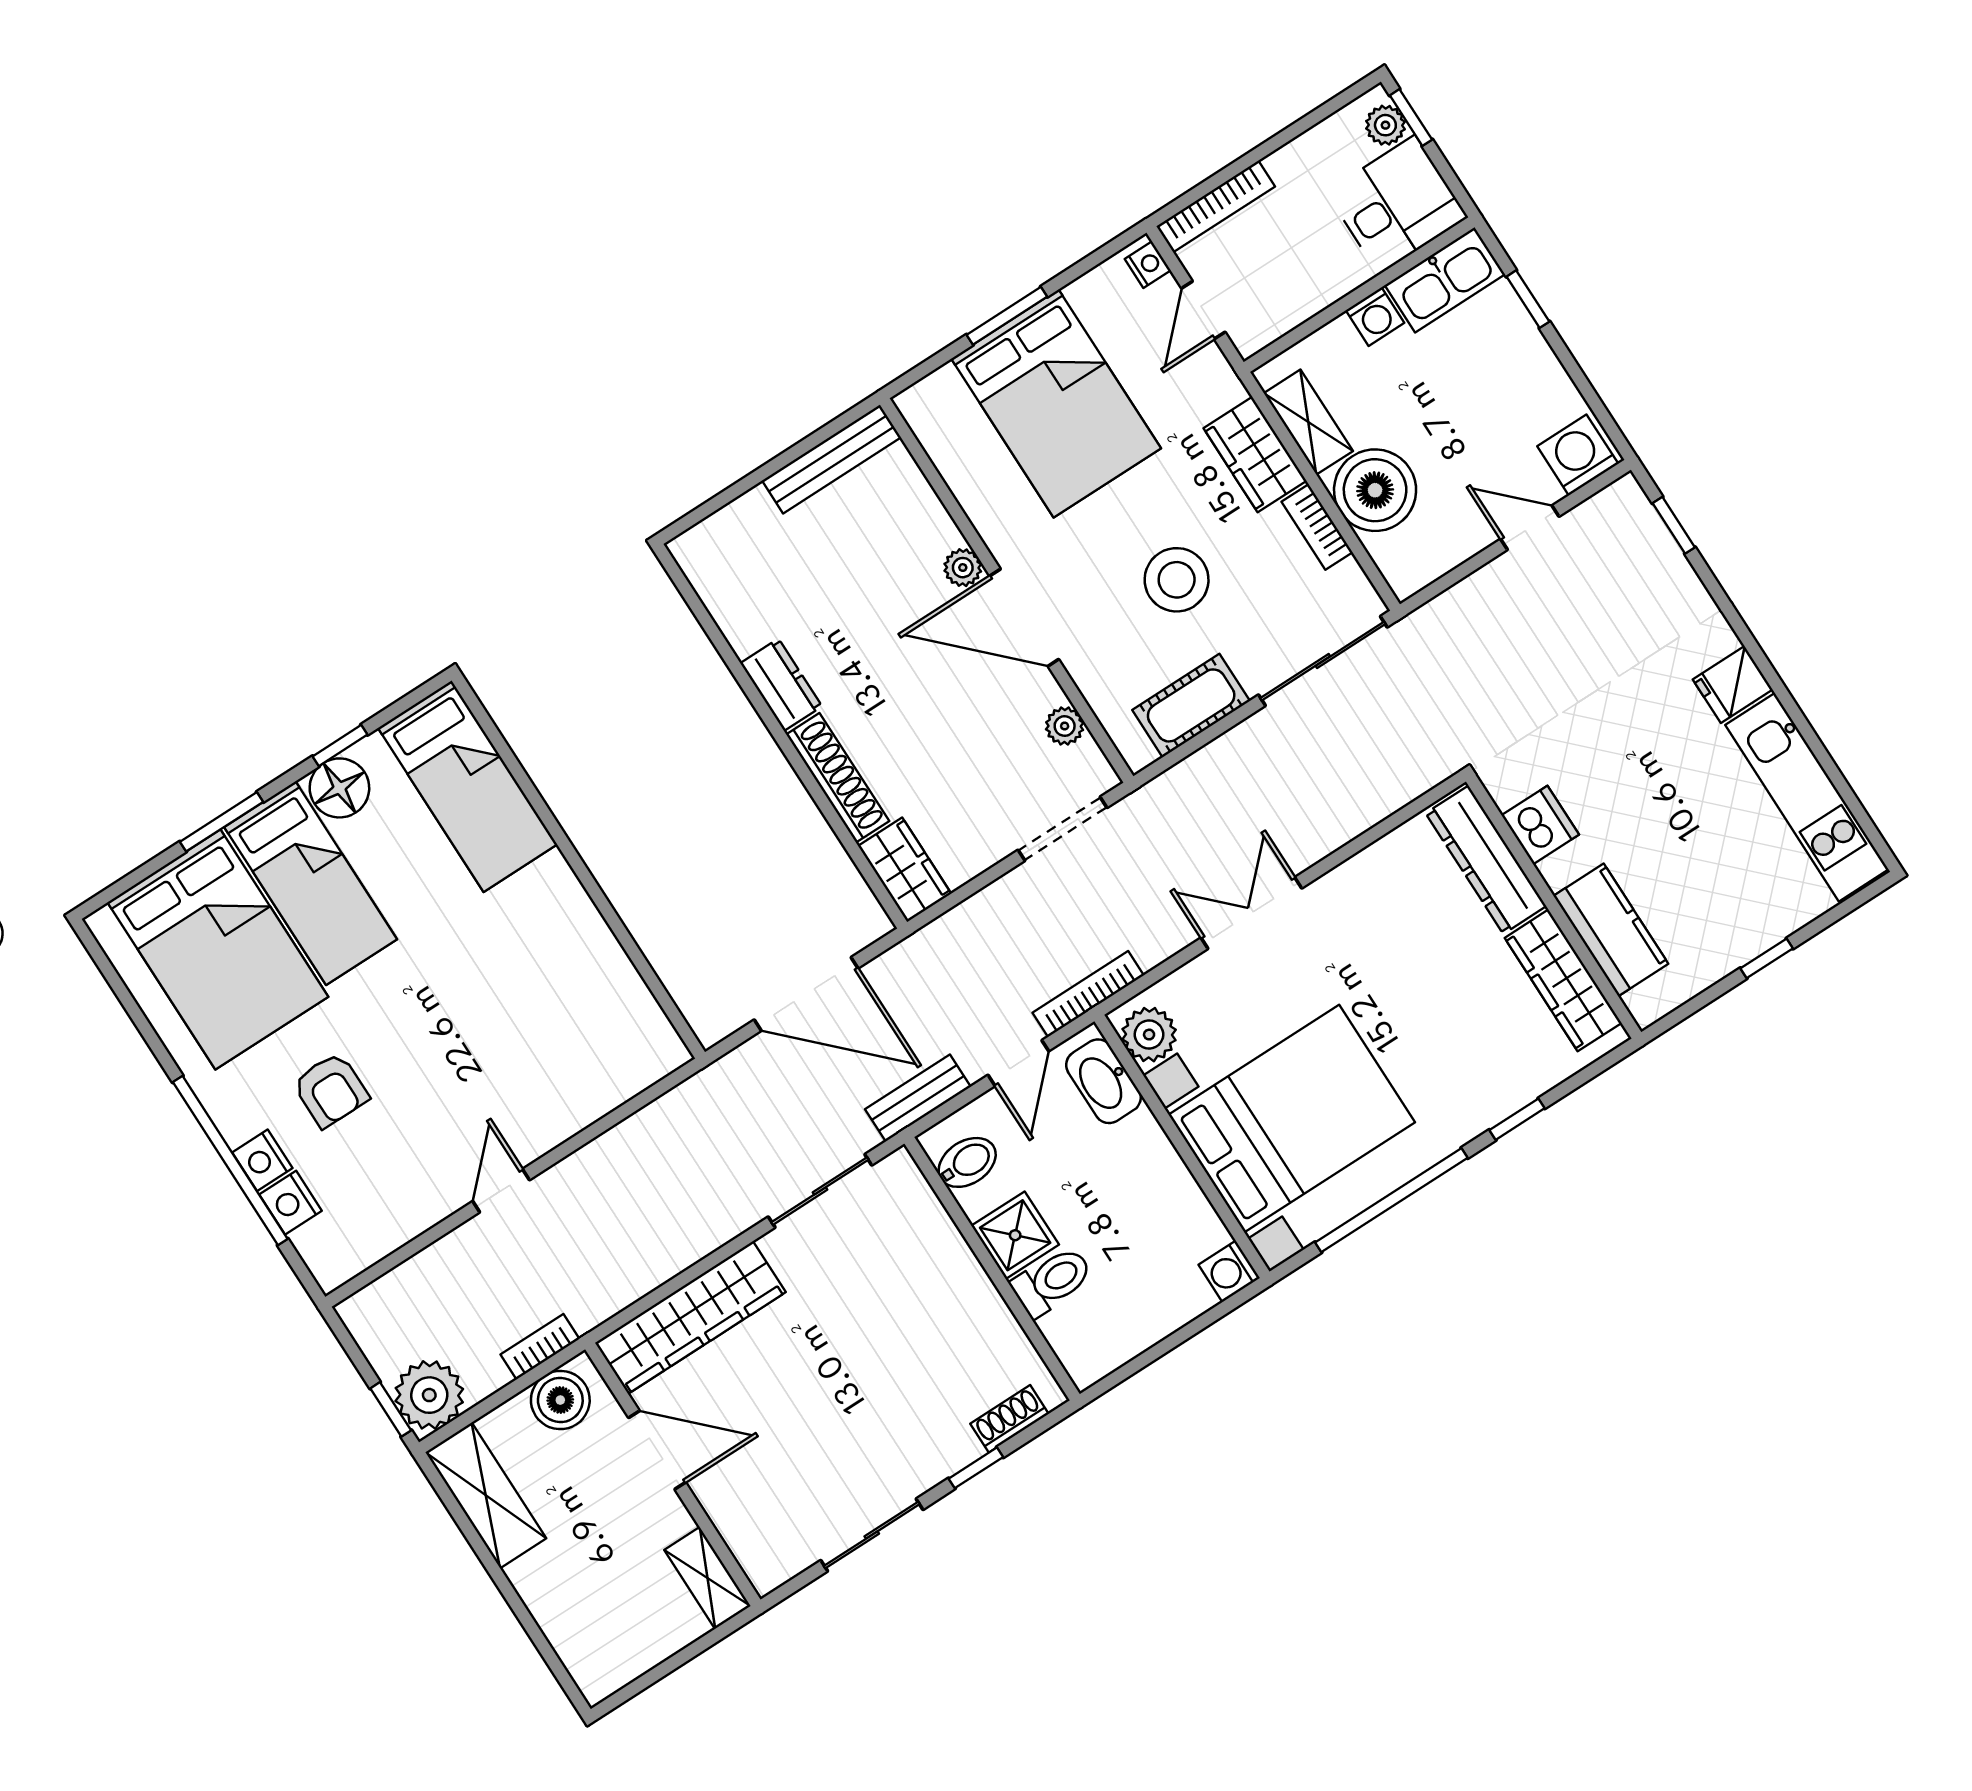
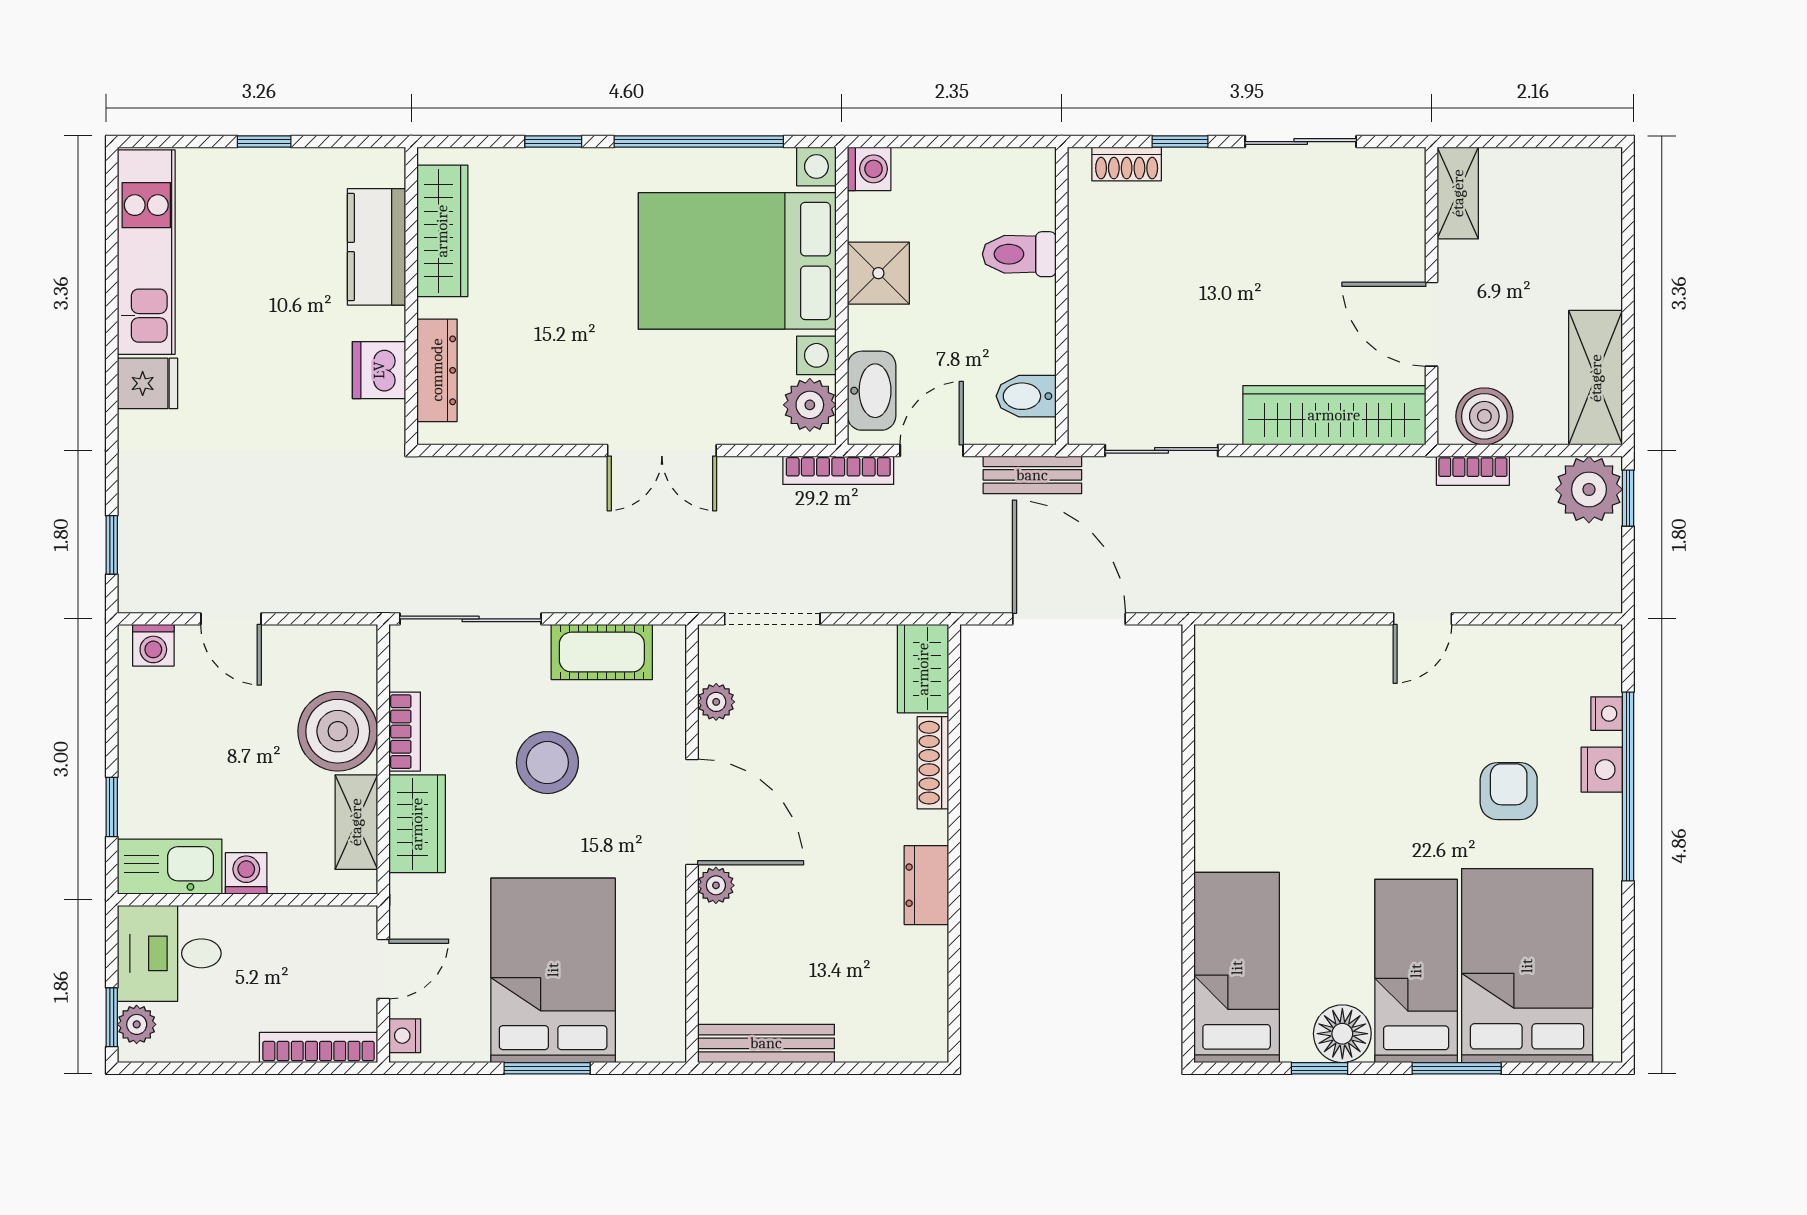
washing machine: (1578, 455) -> (153, 645), width x0.73, depth x0.73
shoe rack: (838, 778) -> (933, 763), width x0.74, depth x0.81
dresser: (1486, 860) -> (437, 370), width x0.73, depth x0.80
nightstand: (291, 1203) -> (1607, 714), width x0.72, depth x0.74
shower: (1015, 1235) -> (878, 273), moved

